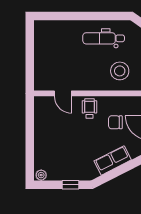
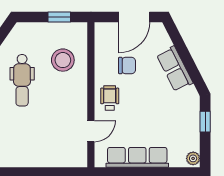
wheelchair: (89, 108) -> (110, 98), turned 90
chair: (115, 122) -> (127, 66), turned -90
row of seats: (42, 130) -> (137, 157), added

